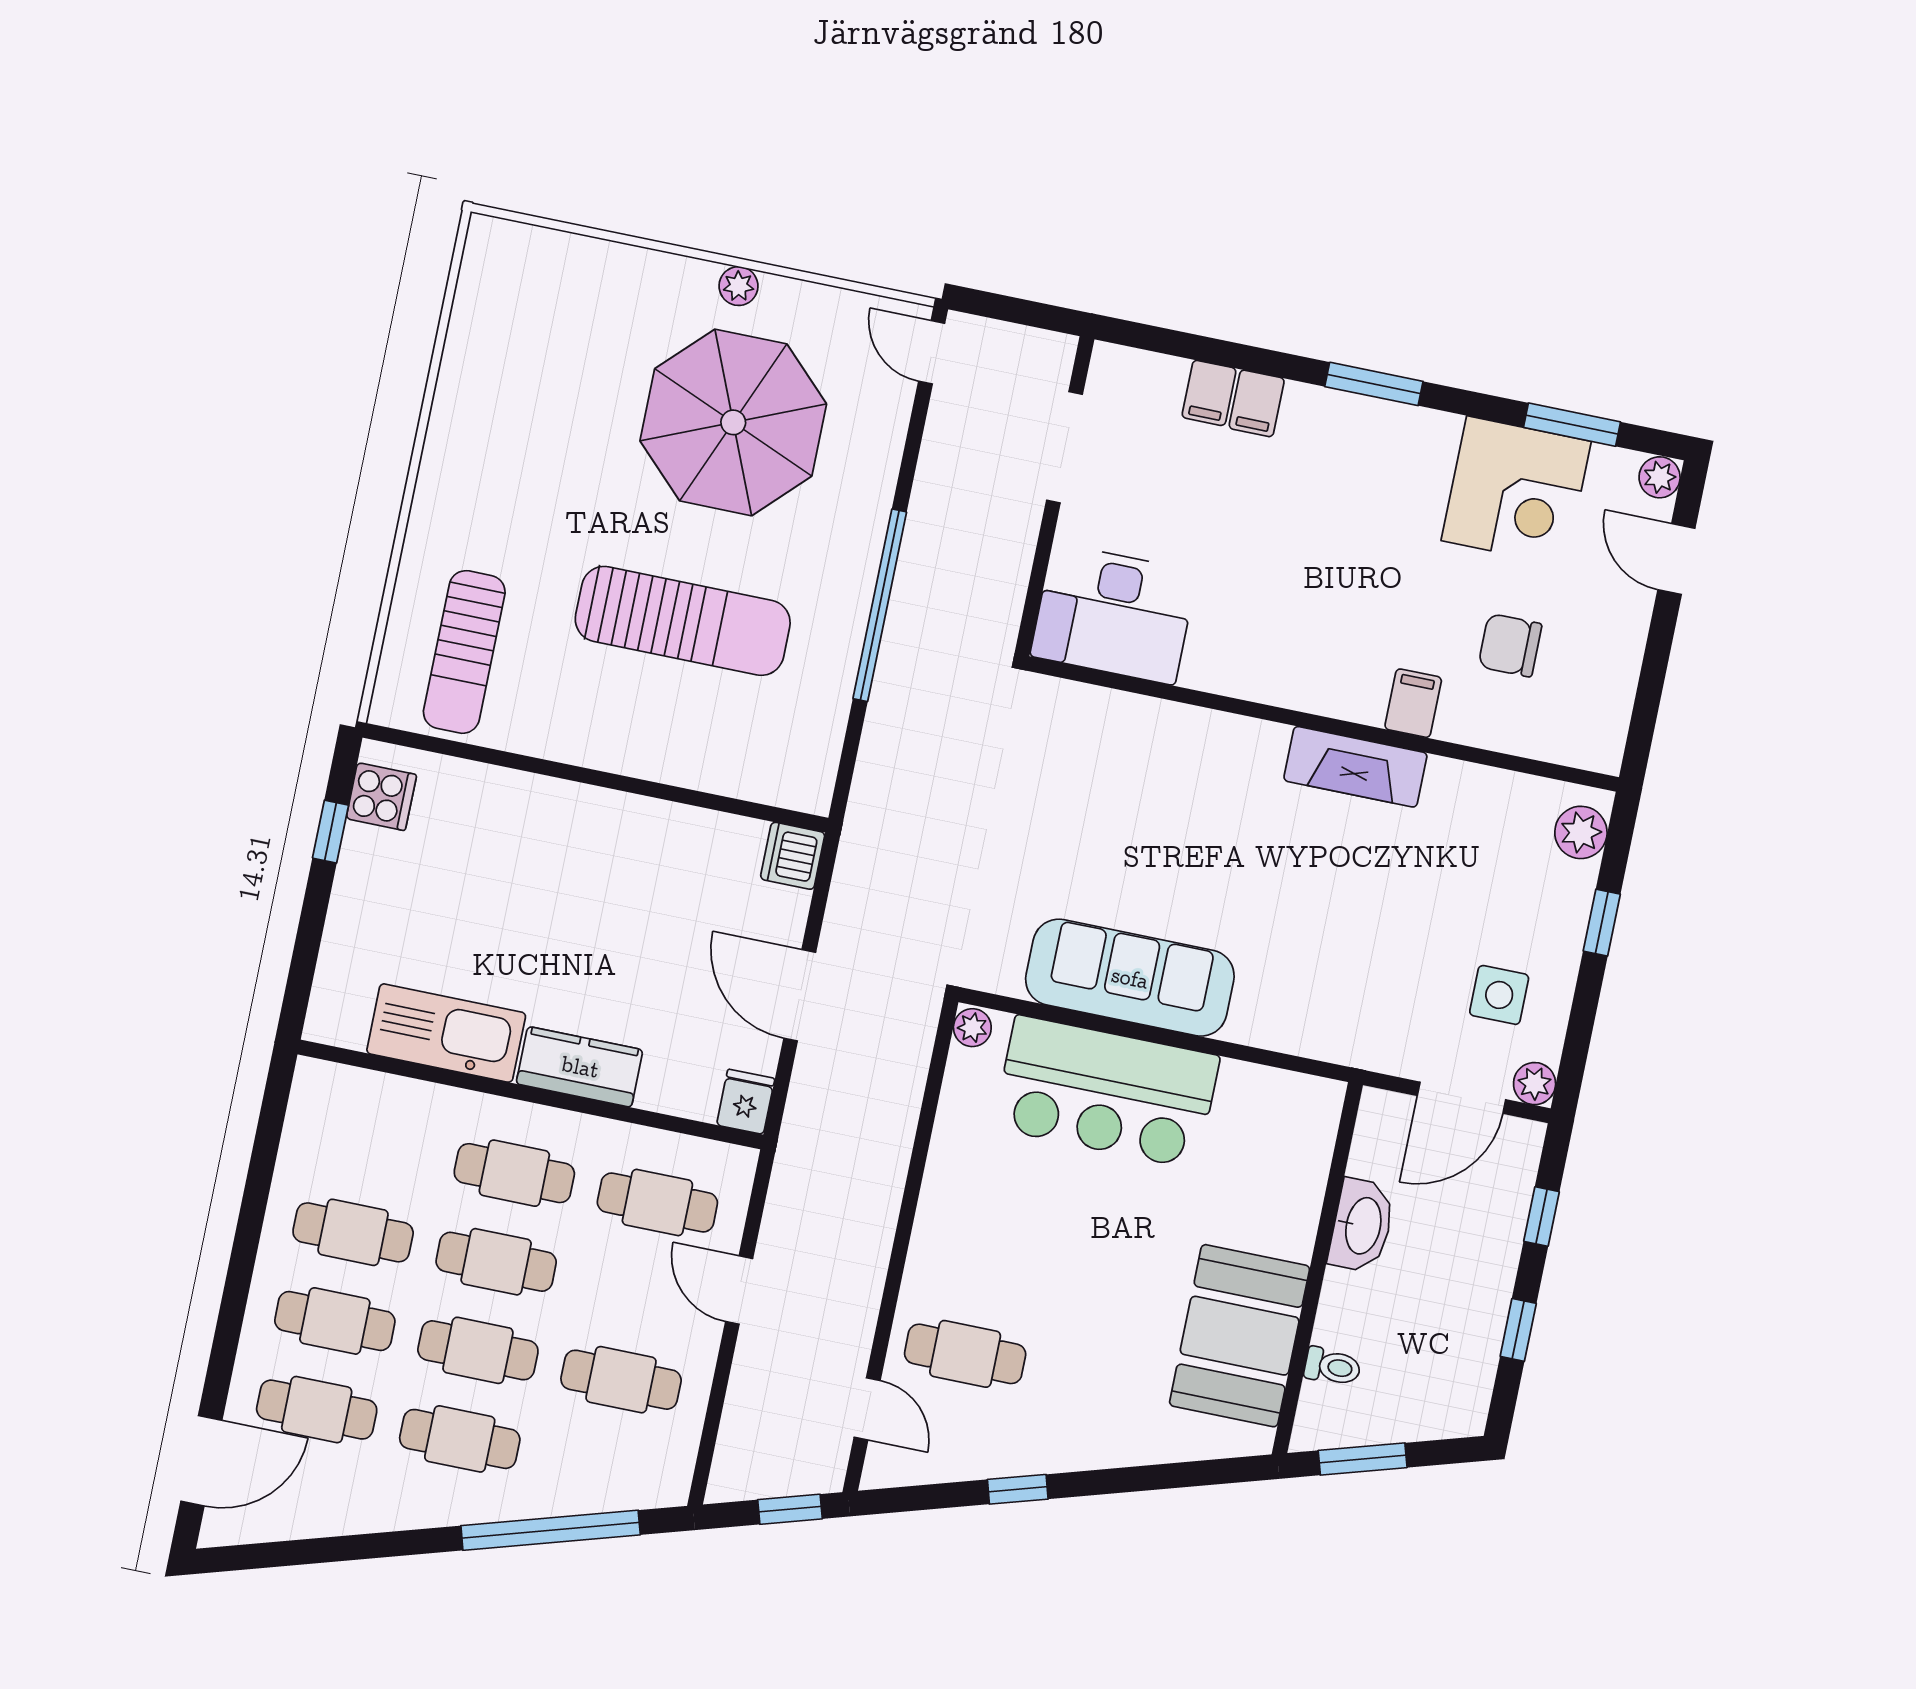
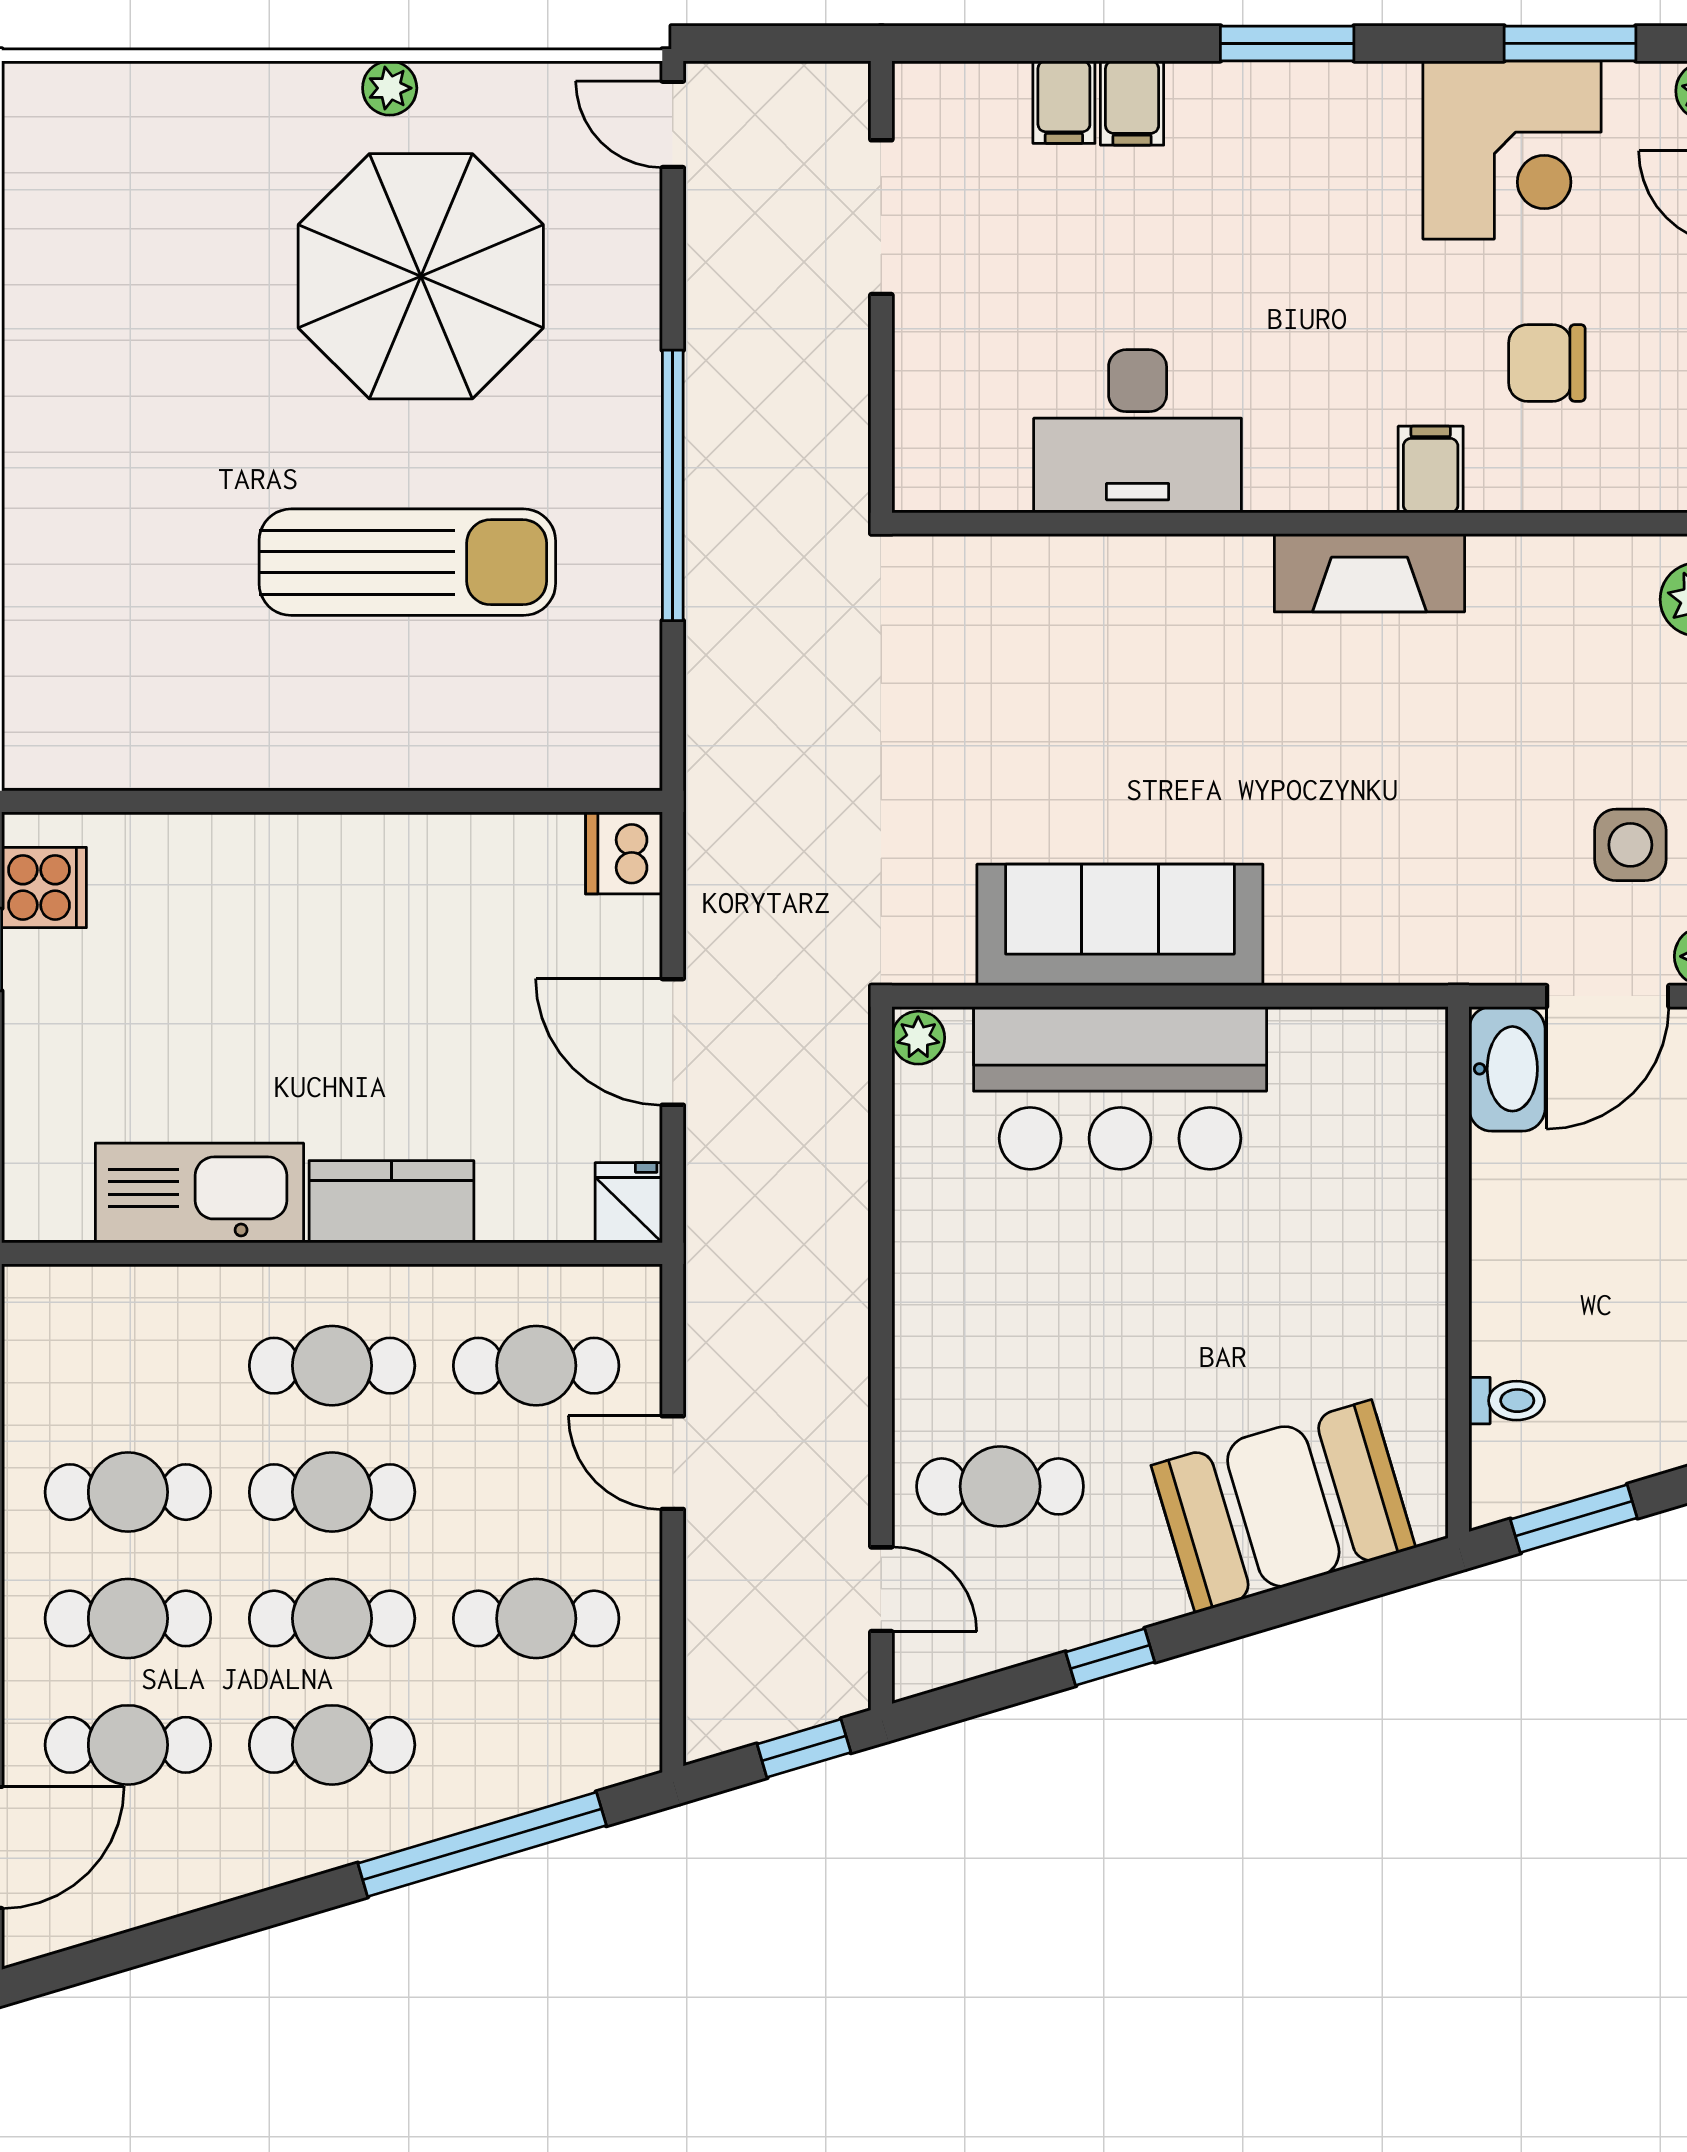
desk: (1114, 614) -> (1138, 431), moved
sun lounger: (464, 652) -> (117, 666), removed
washbasin: (1362, 1226) -> (1507, 1069), moved
booth: (1240, 1336) -> (1283, 1506), moved, turned 73

